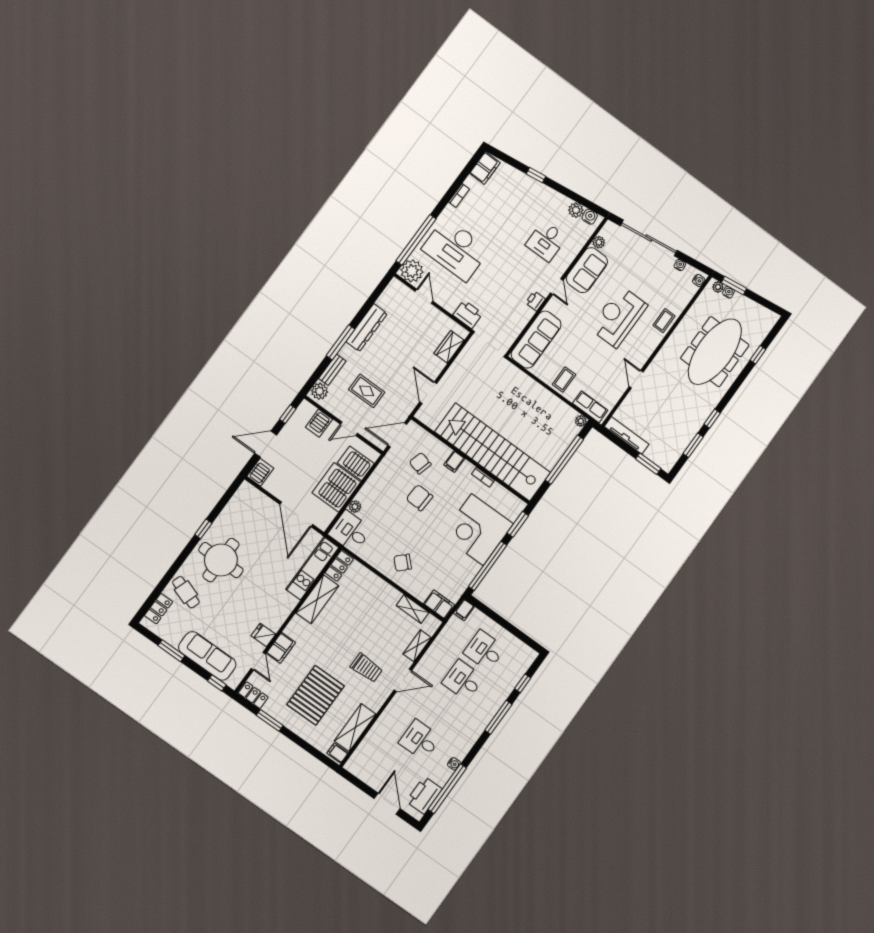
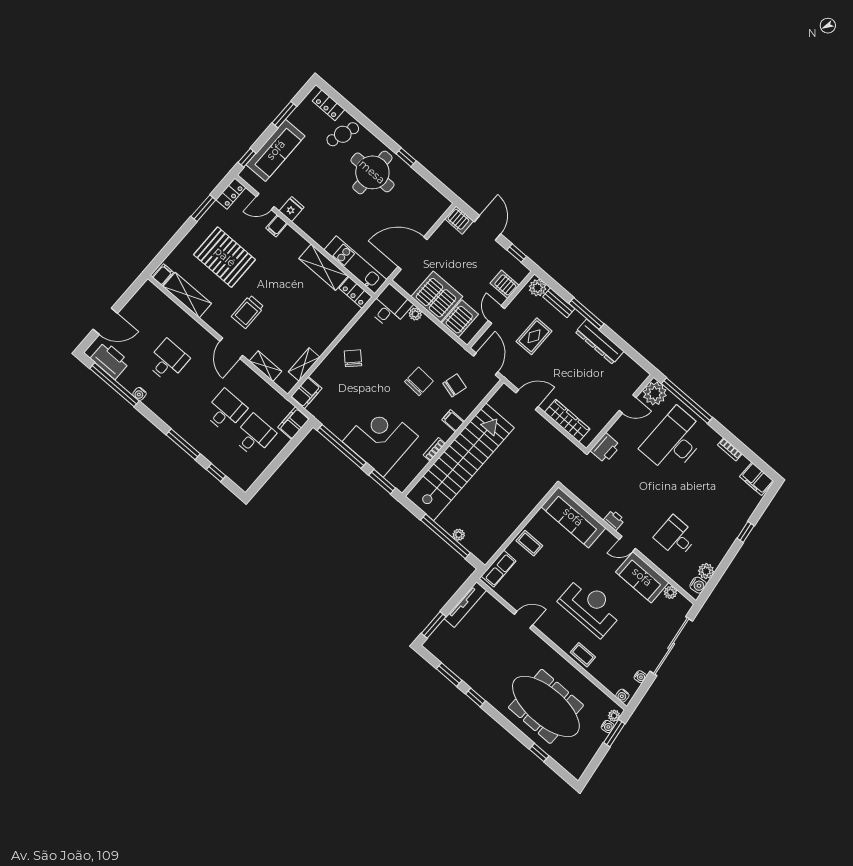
wardrobe: (449, 347) -> (567, 421), width x1.50
plant: (581, 421) -> (459, 535), moved
filing cabinet: (464, 610) -> (294, 423), width x2.00
filing cabinet: (281, 648) -> (277, 226), width x0.50

